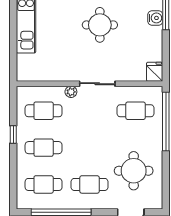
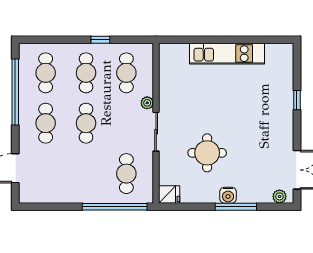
round table: (100, 25) -> (207, 153), moved
cafe table: (90, 148) -> (86, 123), added
round table: (134, 171) -> (61, 171), removed

